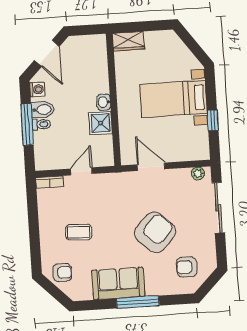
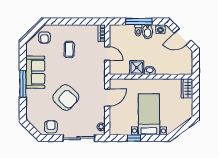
armchair: (187, 267) -> (51, 127), moved

